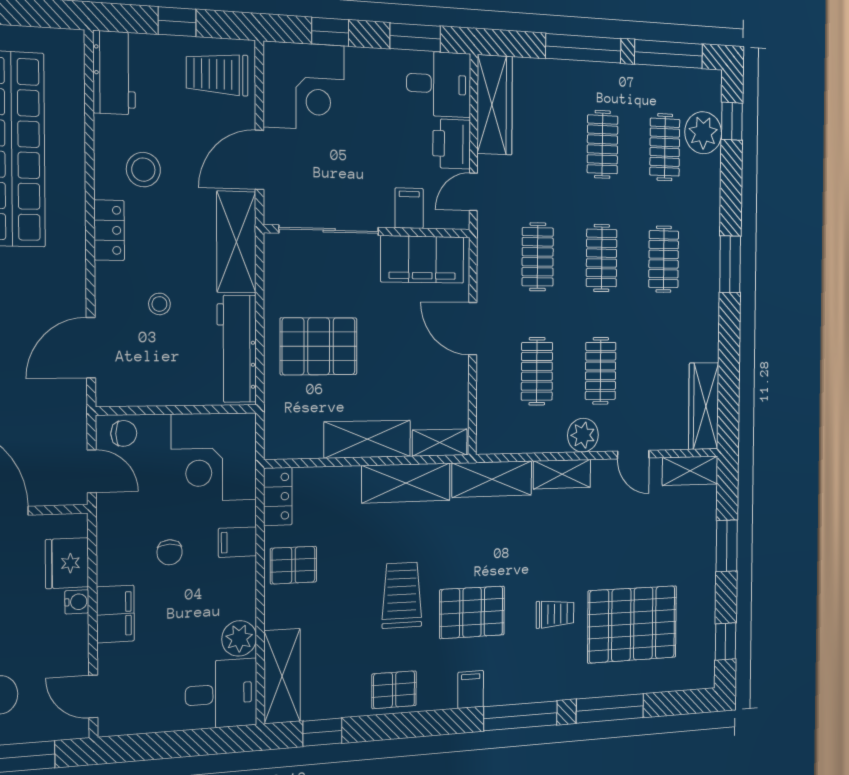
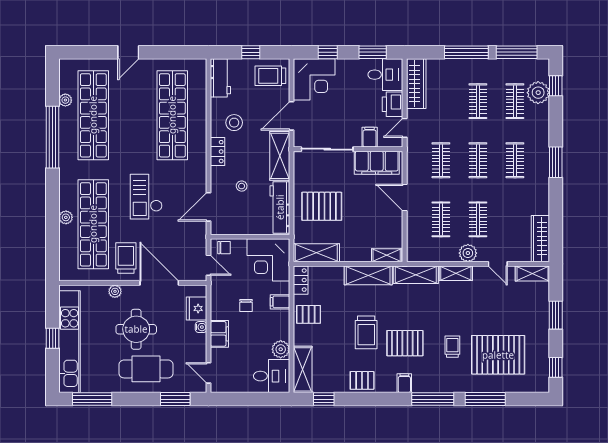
shelving: (367, 439) -> (316, 253), moved
trolley: (402, 595) -> (366, 332), turned 180
trolley: (555, 614) -> (452, 347), turned -90

